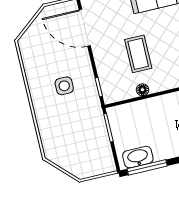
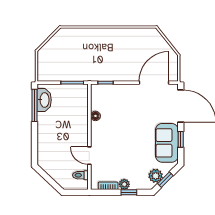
coffee table: (138, 54) -> (124, 119), removed
side table: (64, 86) -> (113, 56), removed

